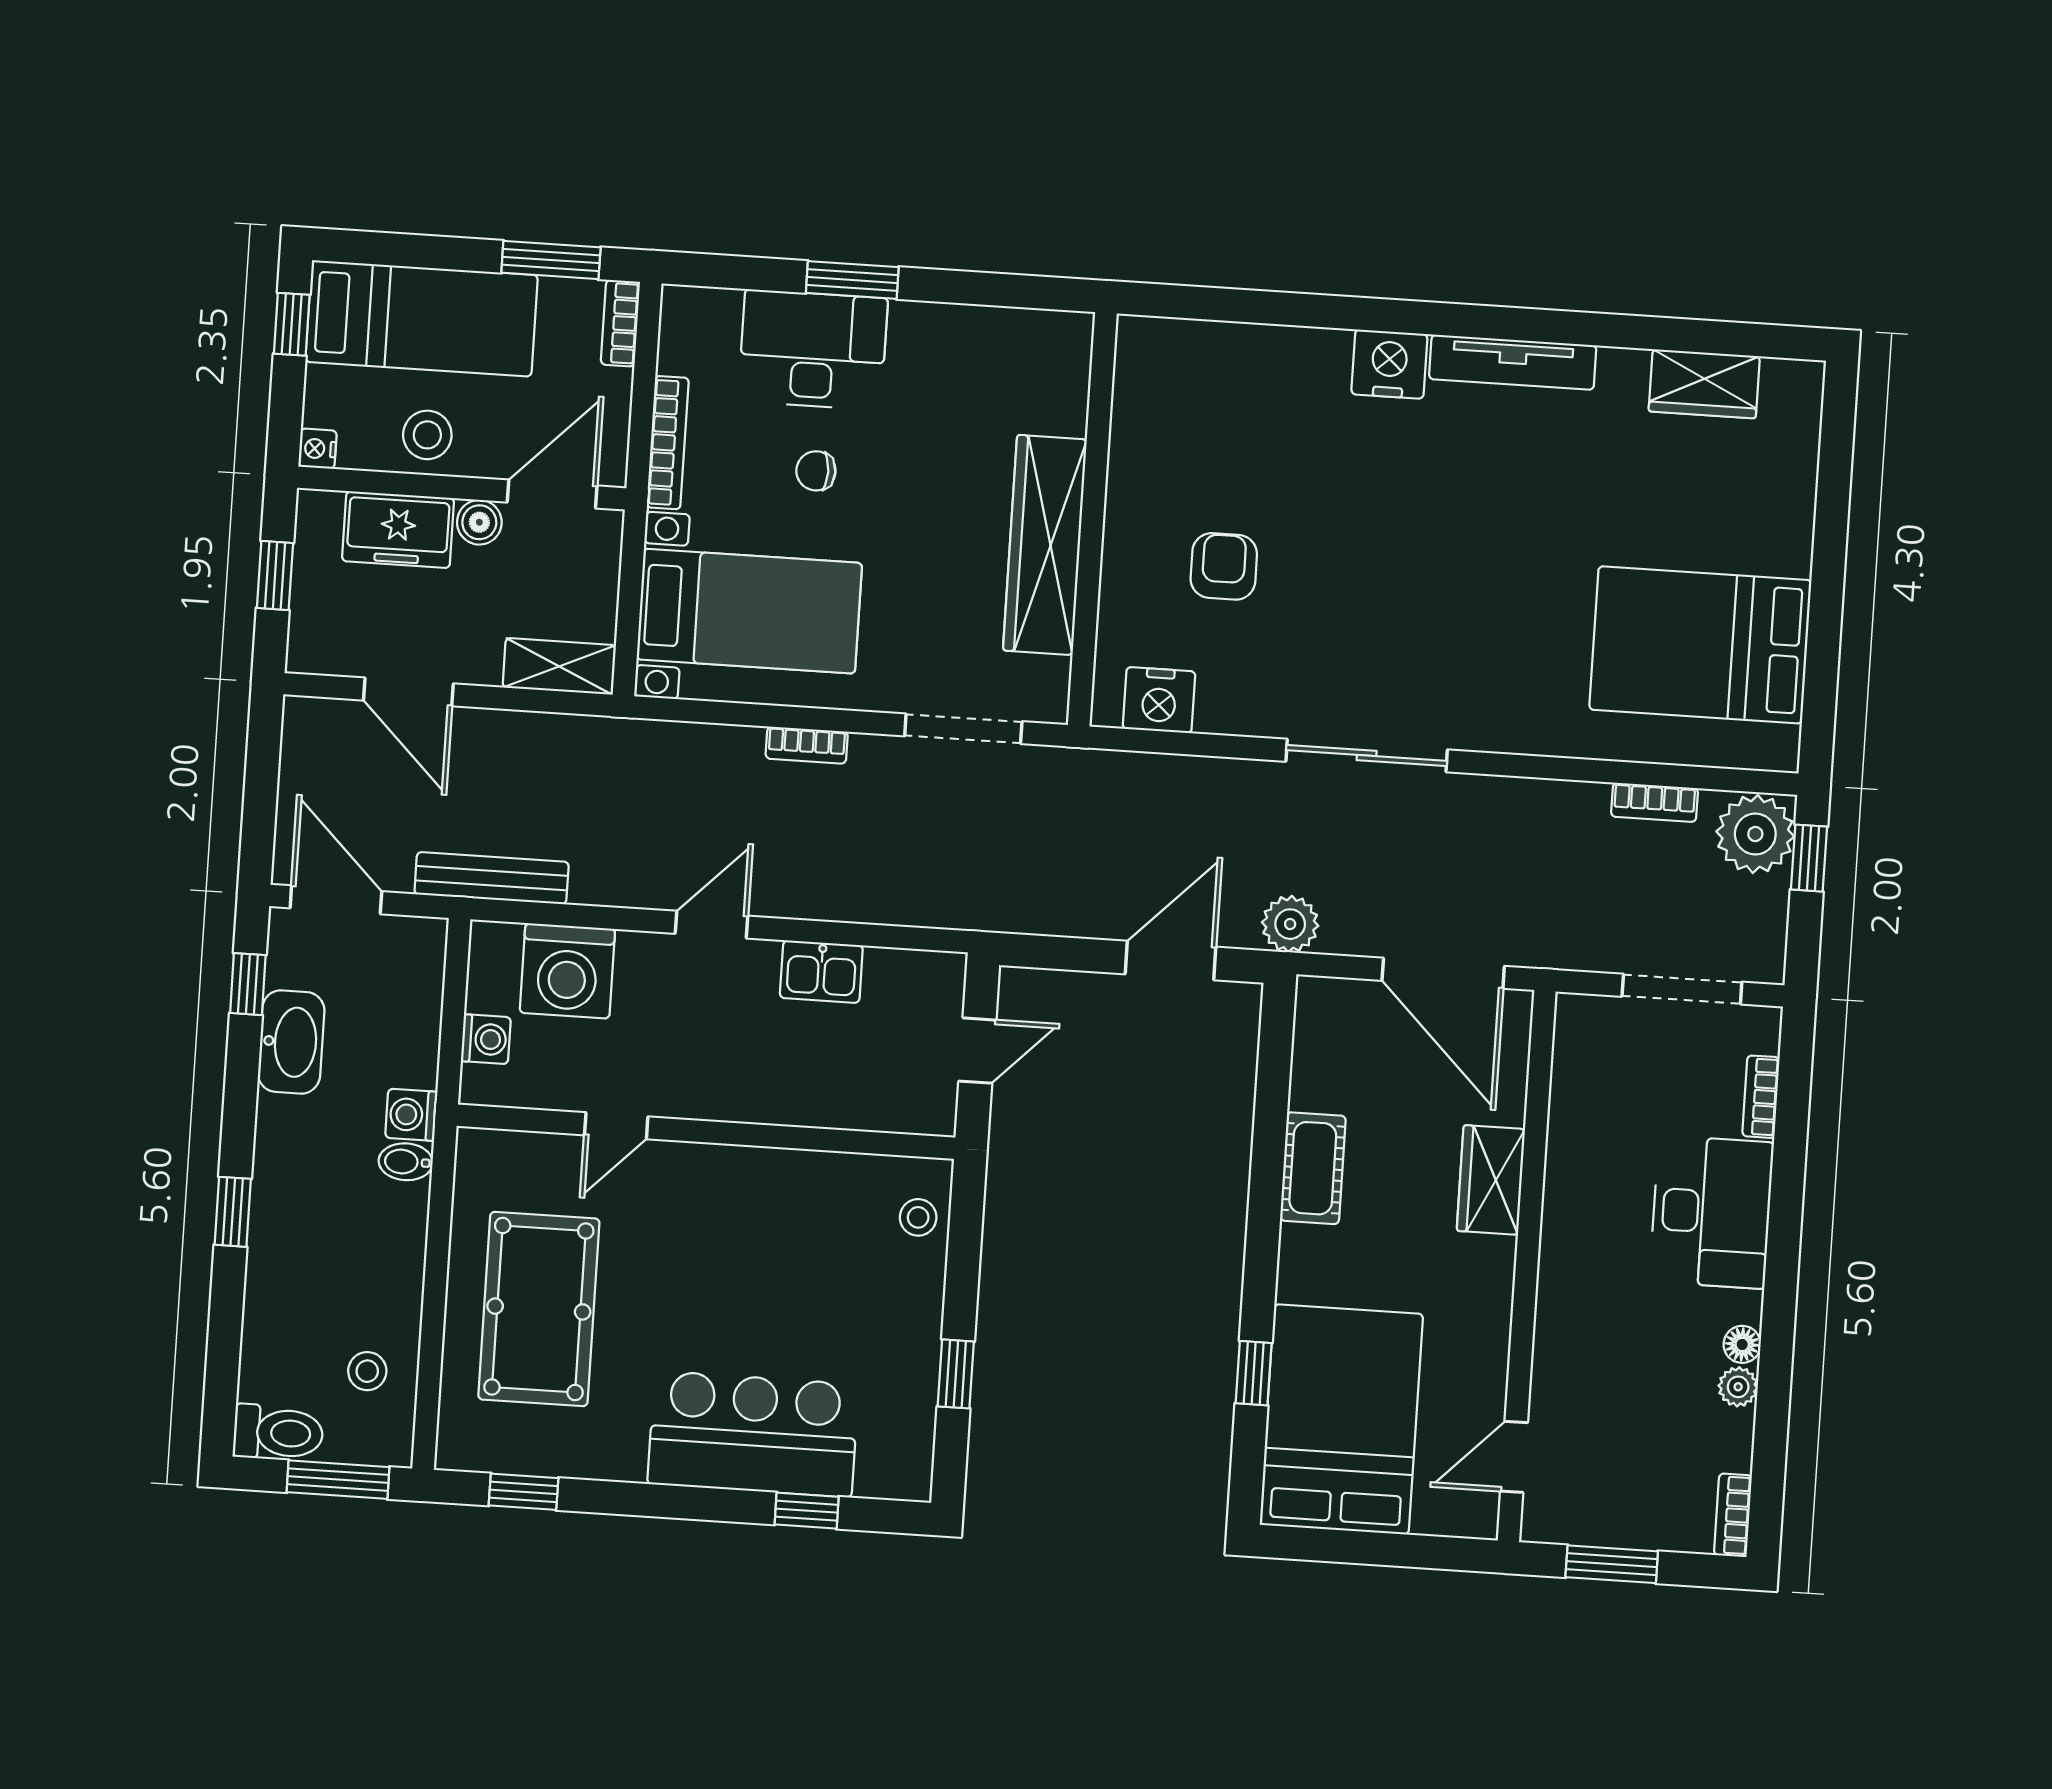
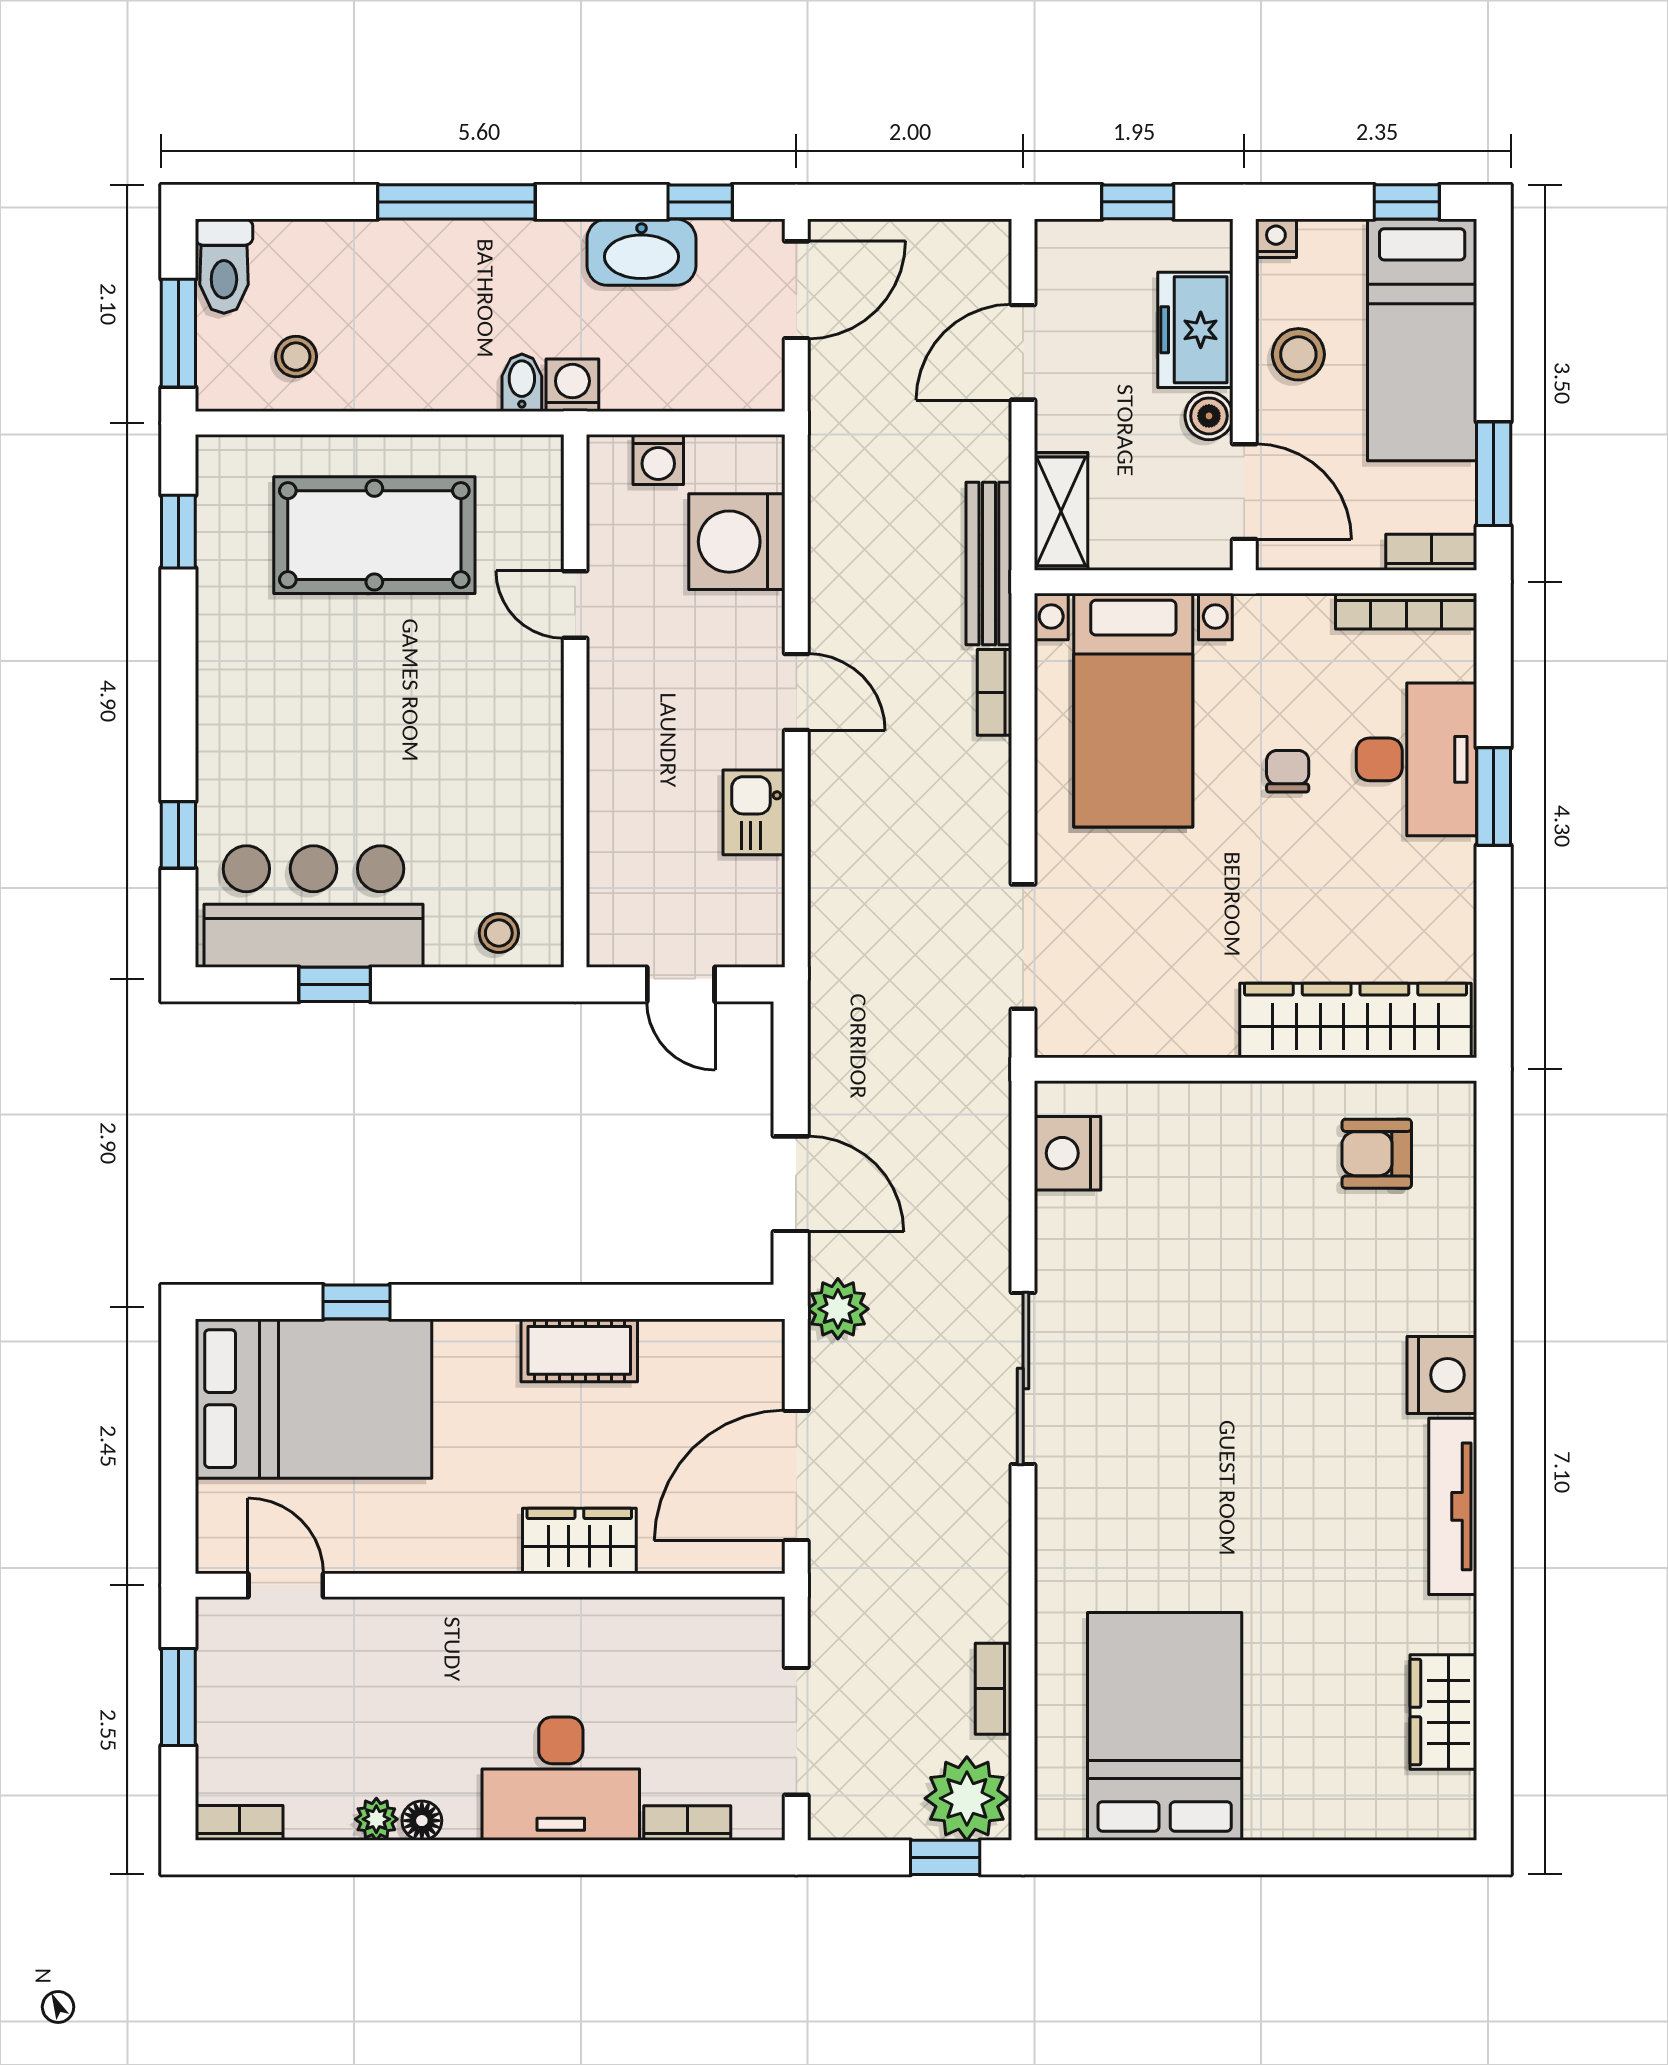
bookcase: (668, 443) -> (1406, 611), moved
wardrobe: (1045, 545) -> (1356, 1021), moved
armchair: (1224, 566) -> (1377, 1154), moved, turned 180
bookcase: (807, 745) -> (994, 692), moved
bench: (492, 878) -> (989, 563), moved
window: (233, 1212) -> (456, 202), width x2.17
bar counter: (753, 1434) -> (313, 906), moved, turned -90

